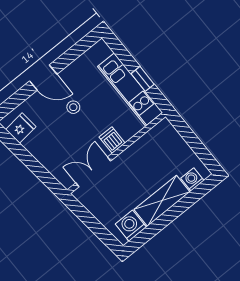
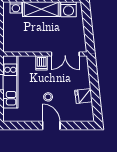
fridge: (21, 128) -> (84, 96), moved

